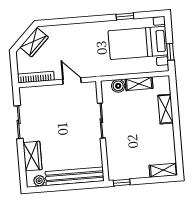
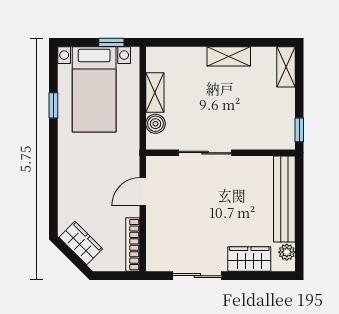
shelving: (166, 109) -> (229, 56), moved

